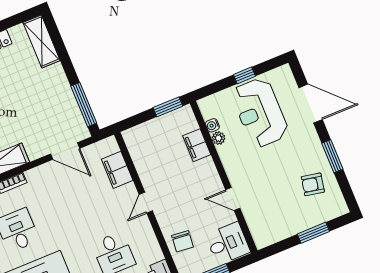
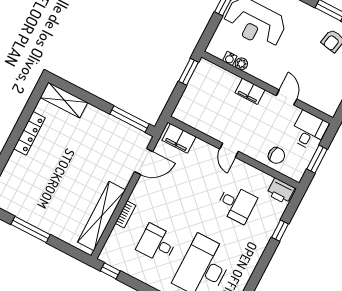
filing cabinet: (197, 145) -> (250, 91), moved
filing cabinet: (117, 170) -> (179, 138), moved
door: (233, 199) -> (286, 97), swing flipped

